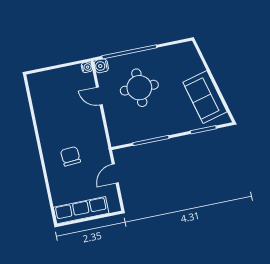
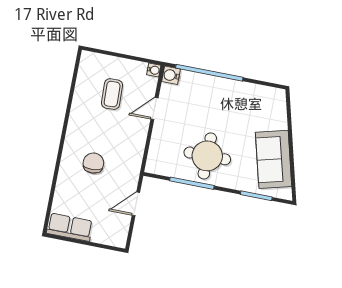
round table: (139, 88) -> (207, 156), moved
door: (99, 96) -> (154, 109), hinge flipped
coffee table: (63, 98) -> (112, 94), added
row of seats: (81, 210) -> (70, 227), width x0.68

